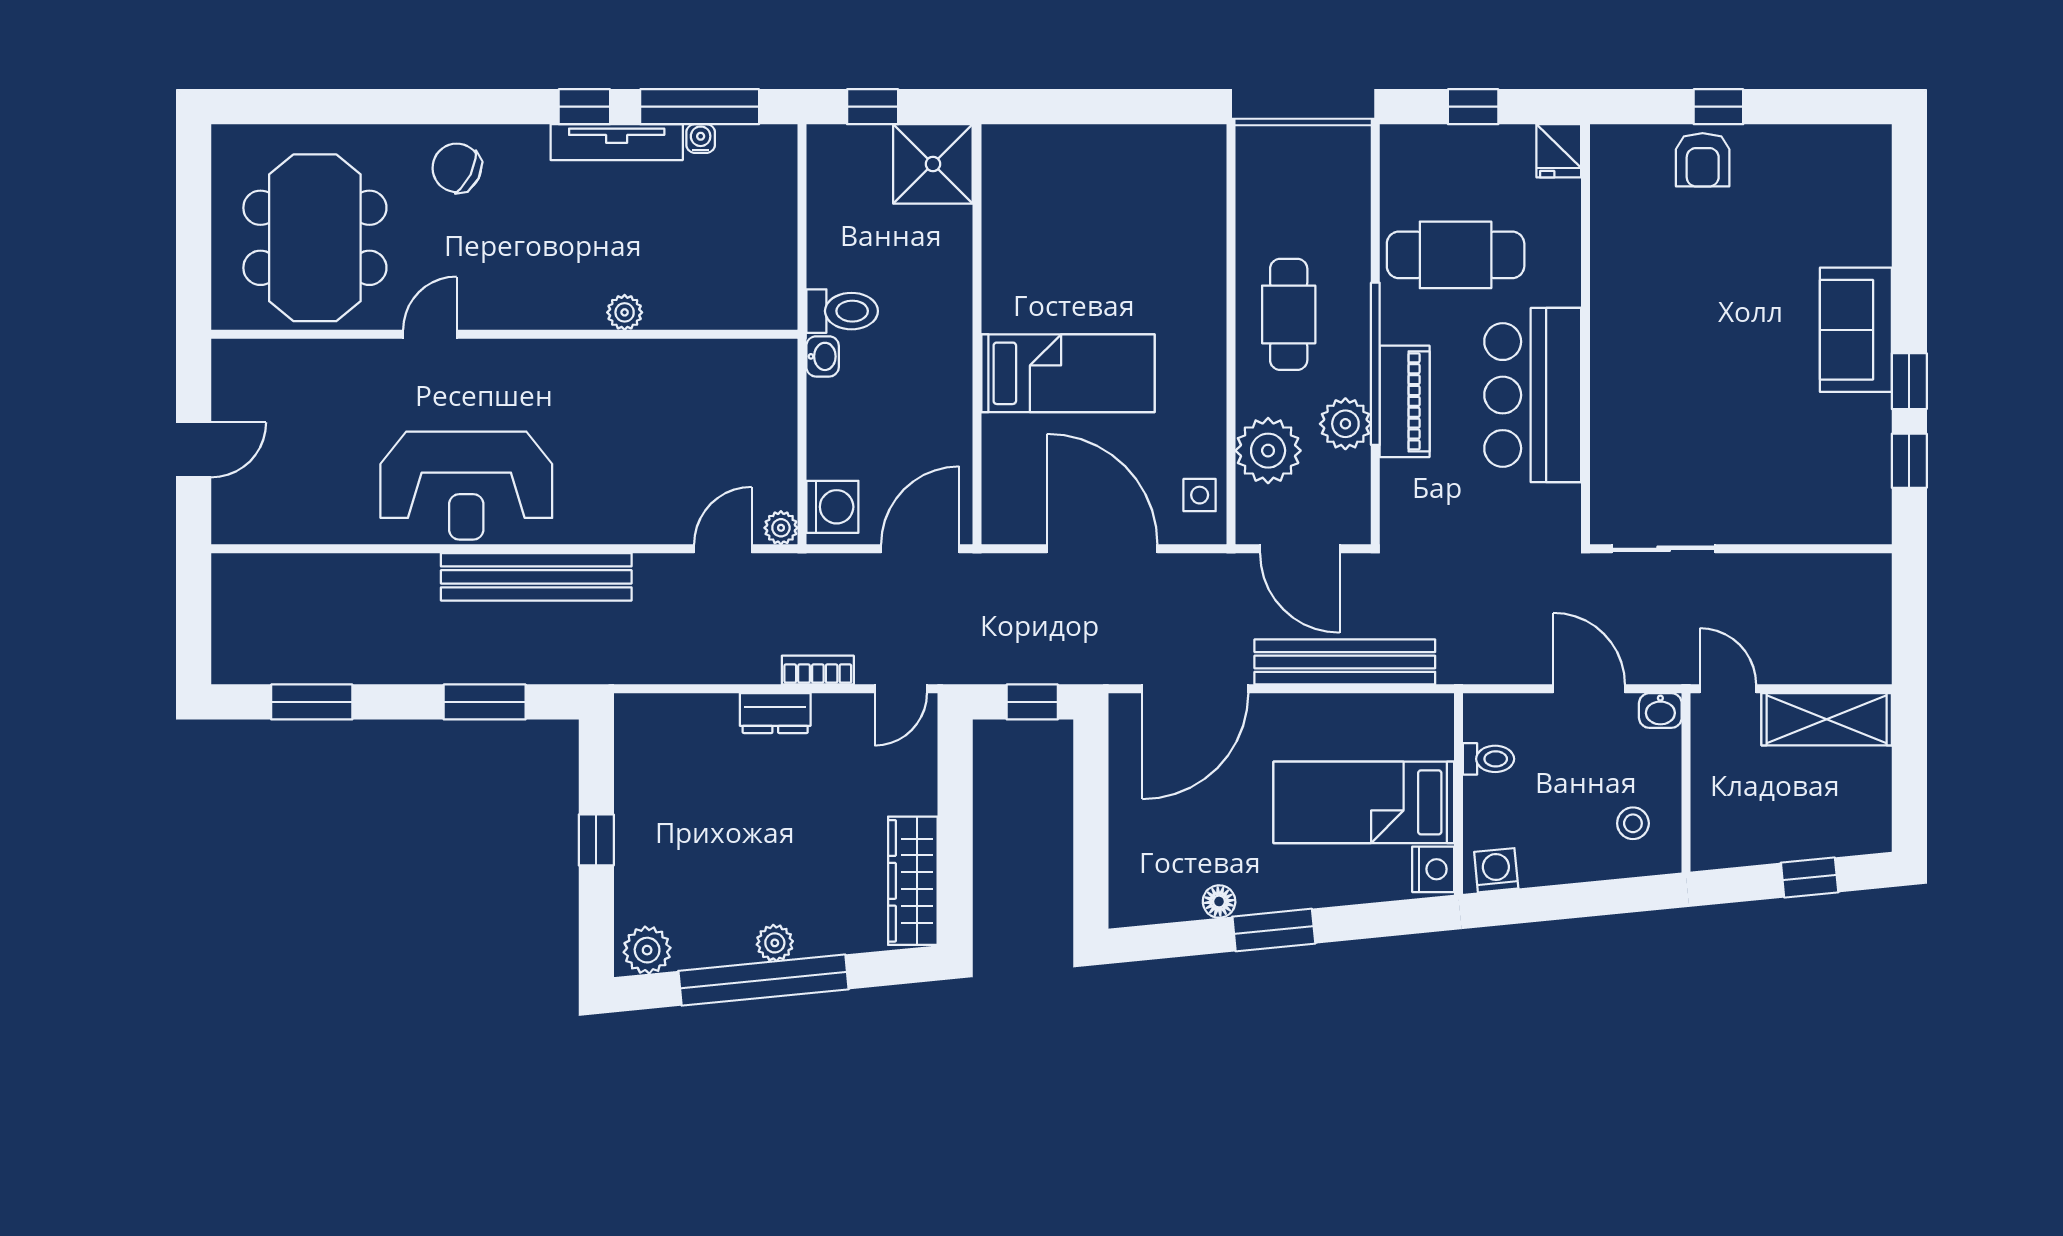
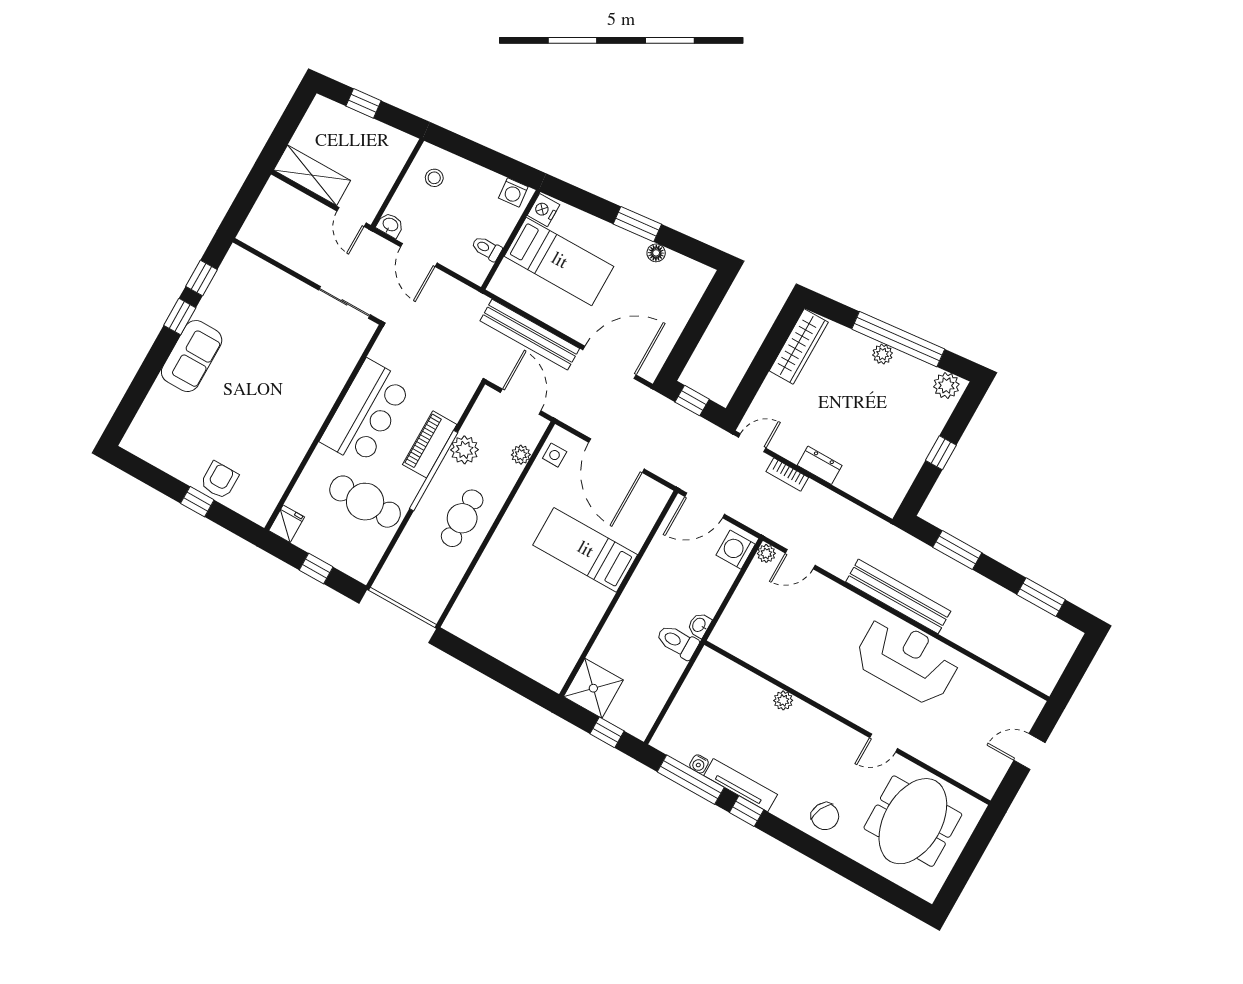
plant: (1268, 451) -> (521, 455), width x0.53, depth x0.53

